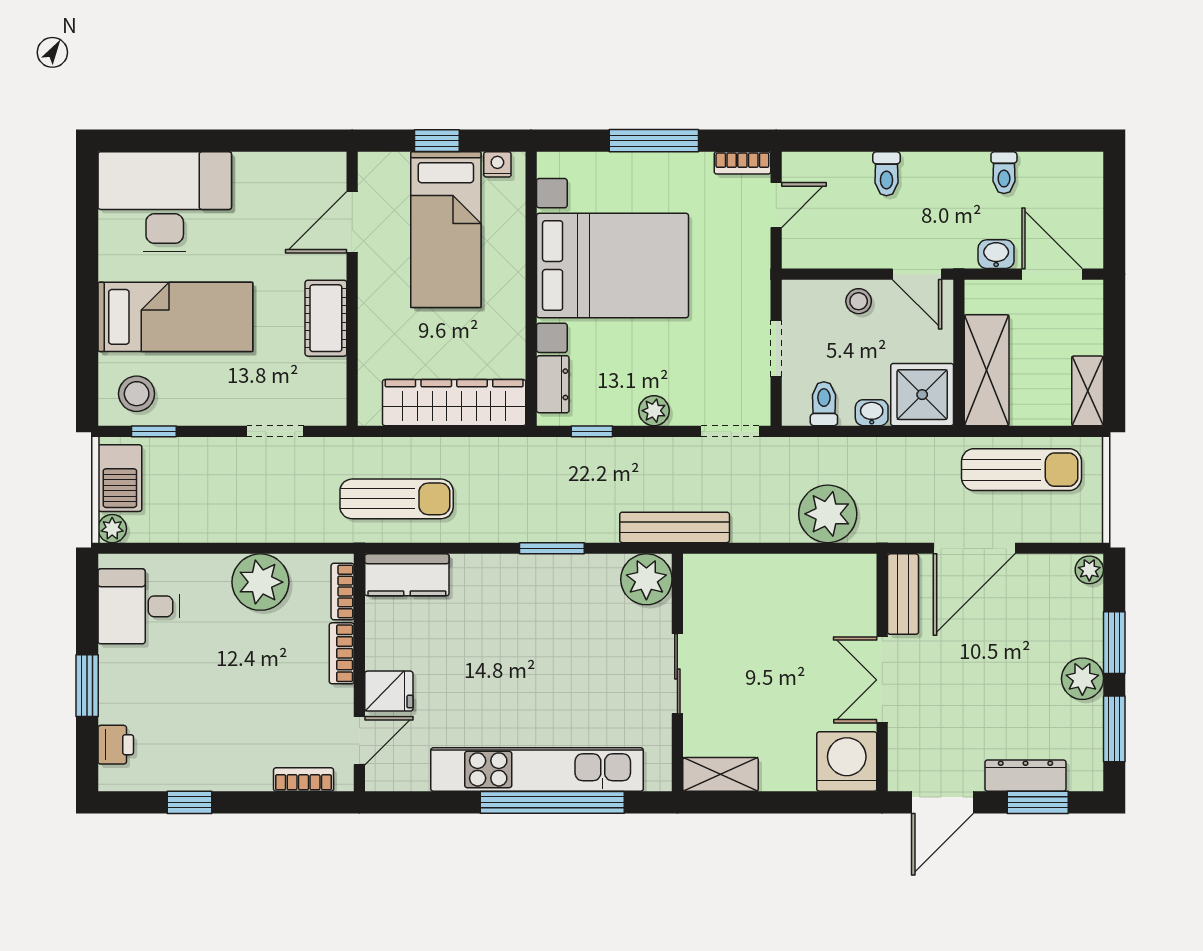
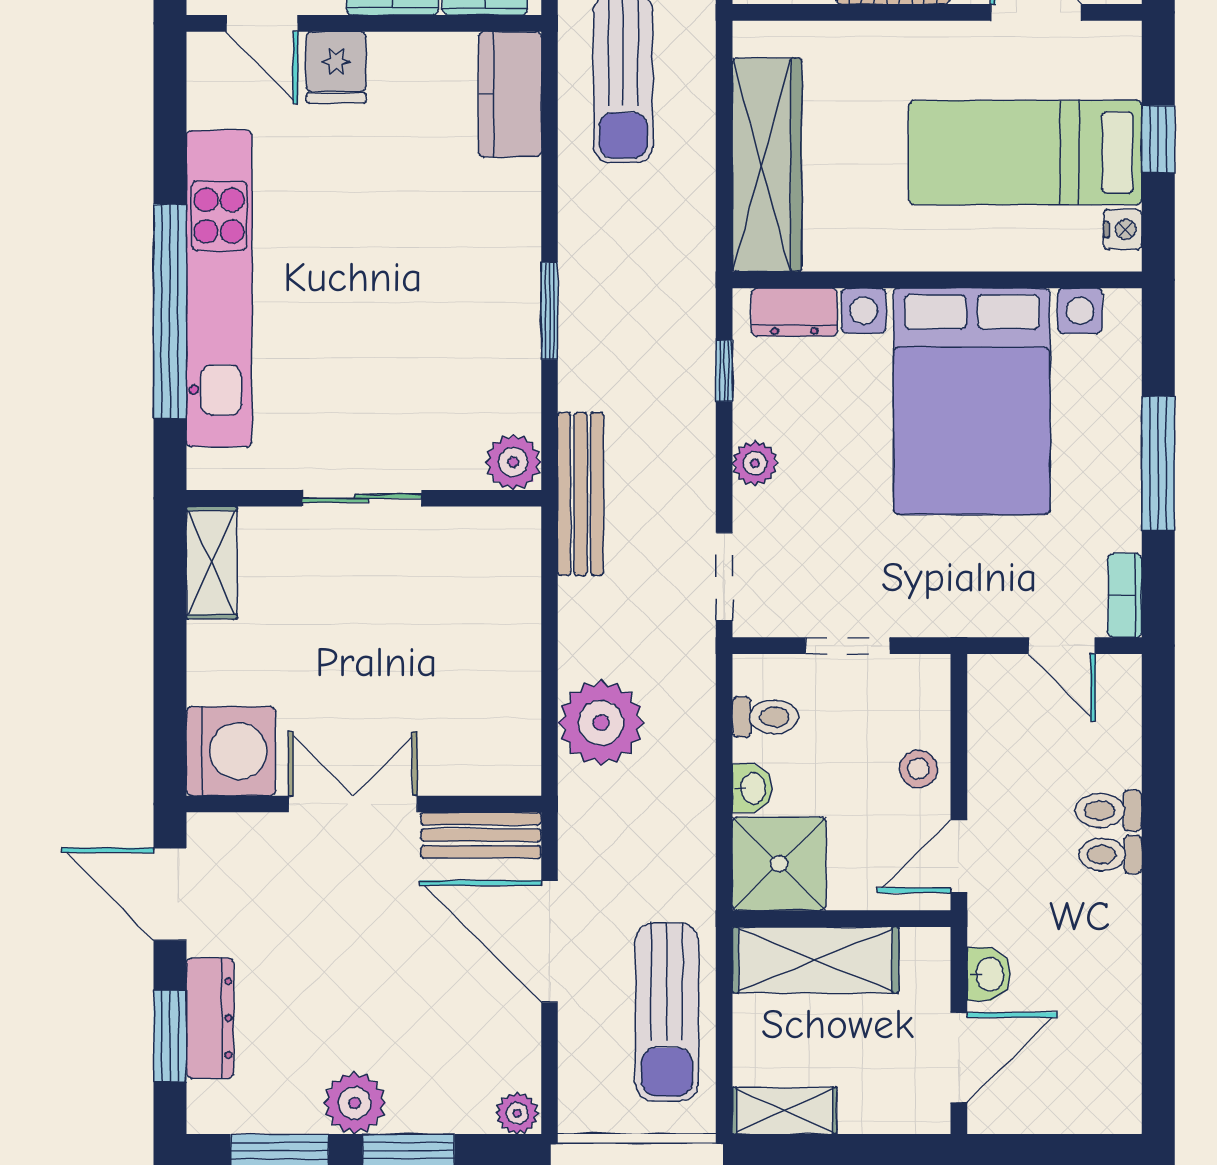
toilet: (1004, 173) -> (1110, 854), moved
plant: (646, 579) -> (513, 462), width x0.73, depth x0.73

